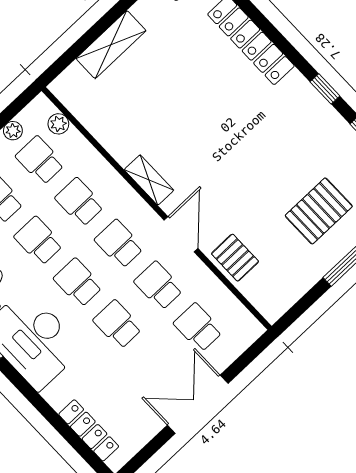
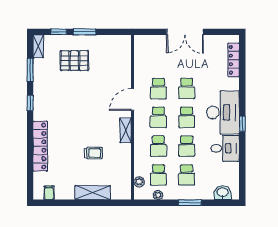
trolley: (164, 103) -> (93, 153), added
pallet: (235, 258) -> (121, 72), removed
school desk: (198, 327) -> (158, 60), removed

